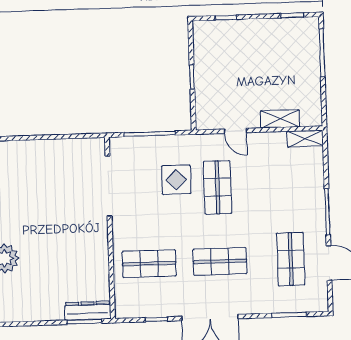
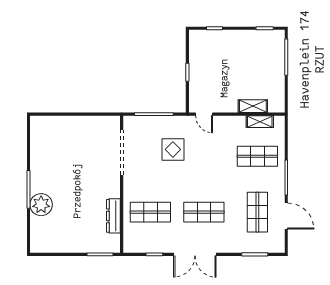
door: (235, 131) -> (204, 114), moved
shelving: (305, 139) -> (260, 122), moved
shop shelf: (217, 187) -> (257, 156), moved, turned 90
dresser: (88, 311) -> (113, 216), moved, turned -90

